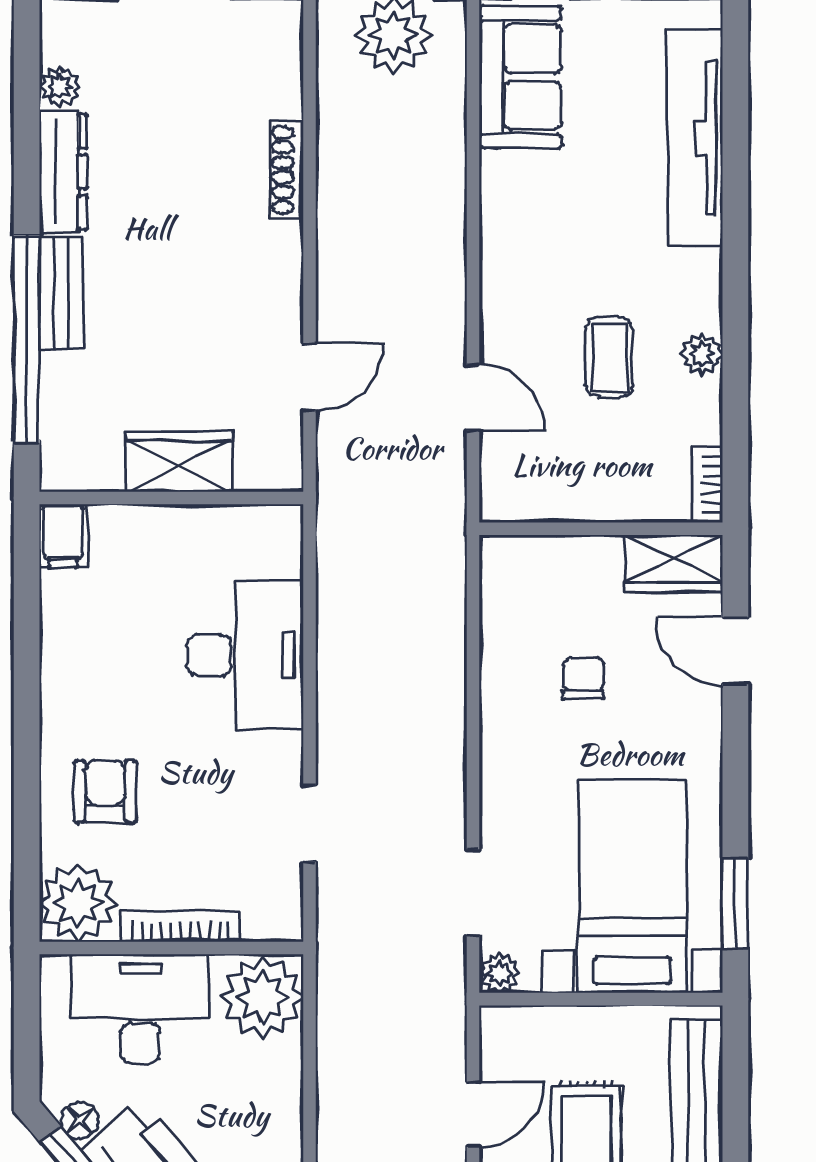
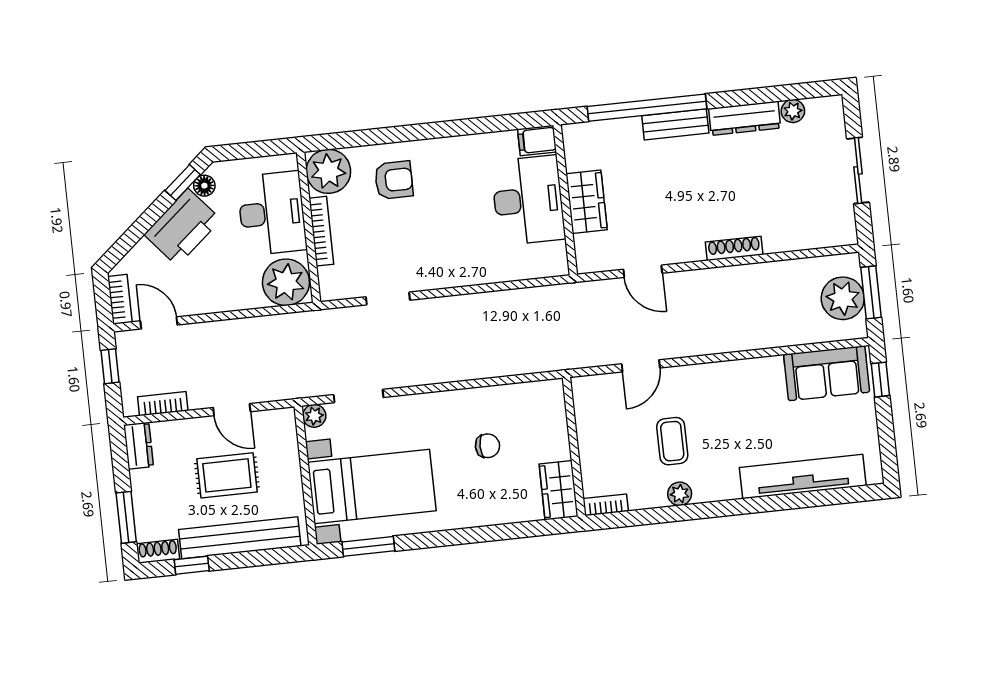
shoe rack: (287, 170) -> (734, 248), moved
coffee table: (609, 357) -> (672, 441), turned 90
door: (735, 651) -> (512, 531), removed
desk: (245, 655) -> (528, 200), moved, turned -90

